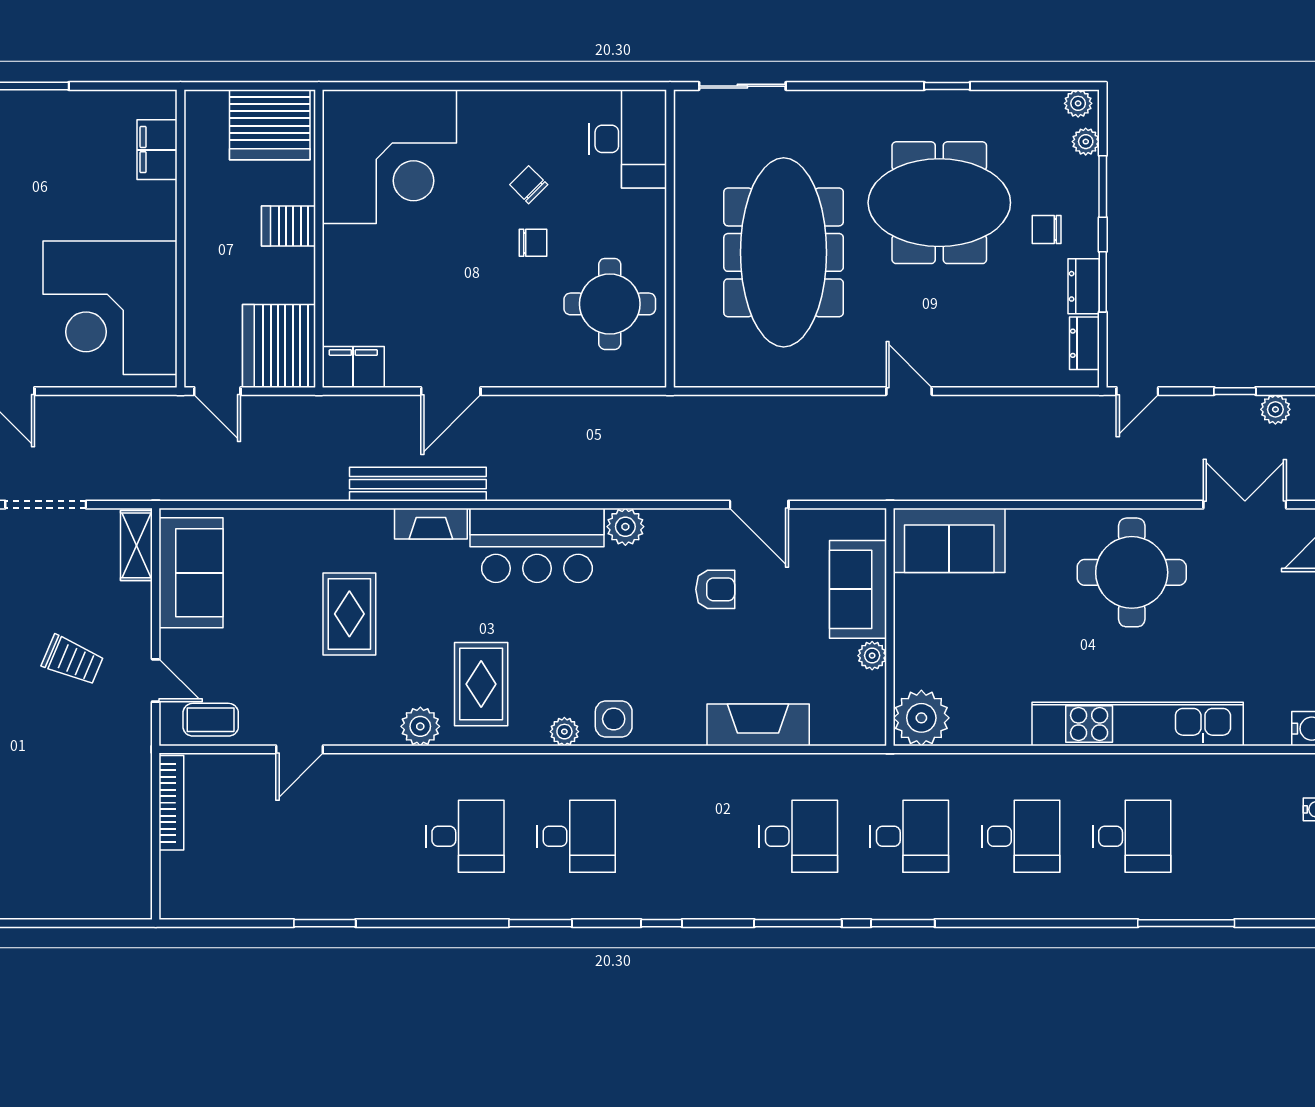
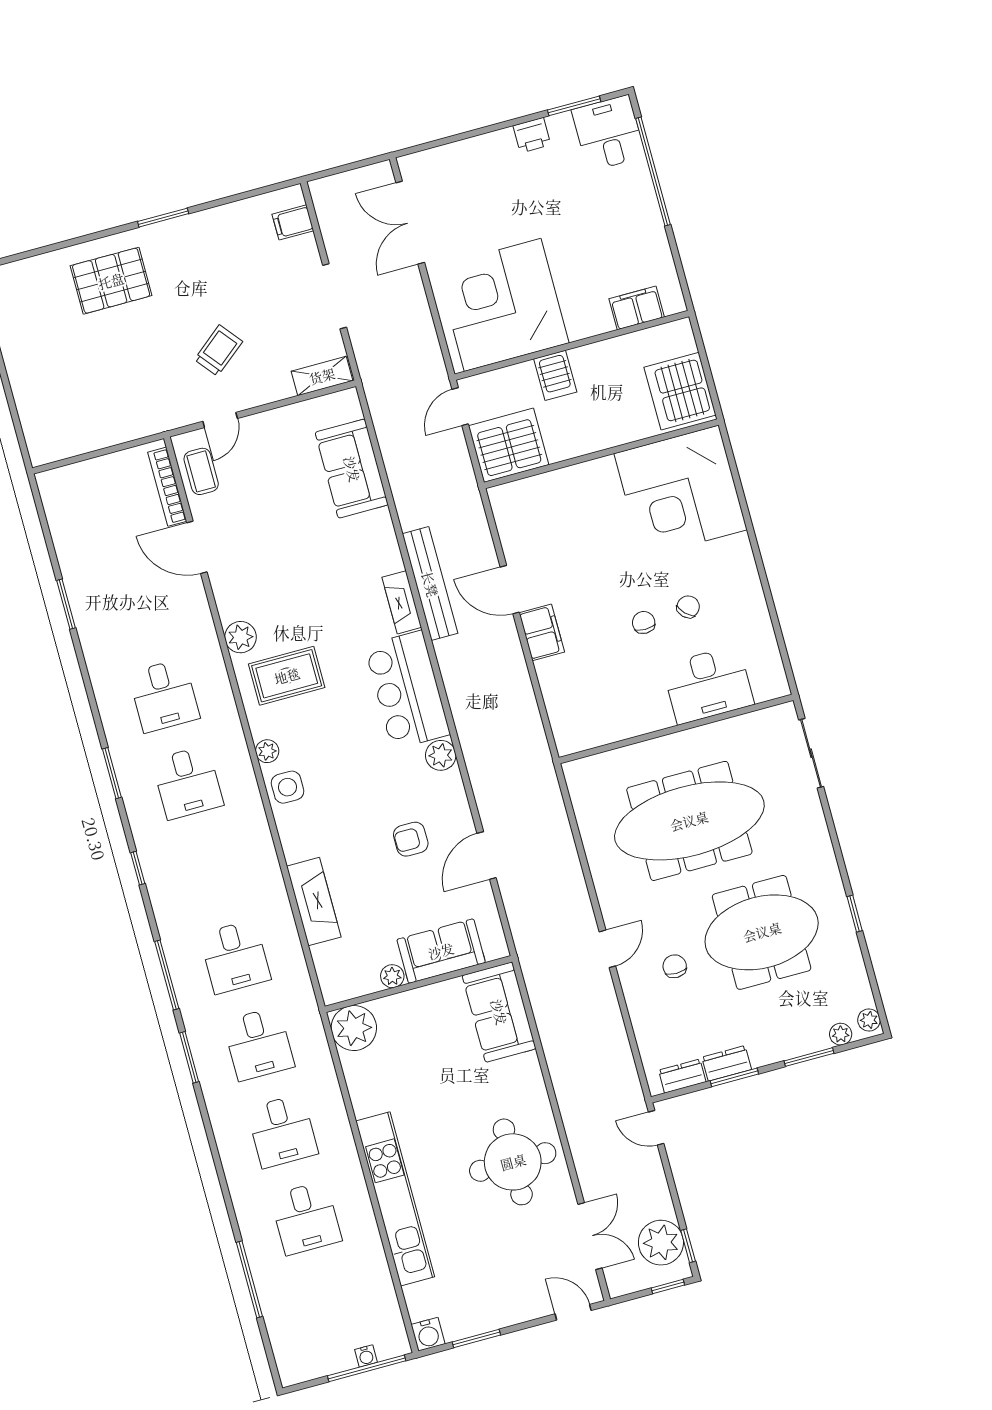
desk: (628, 139) -> (708, 685), moved
meeting table: (939, 203) -> (762, 932), turned 90
server rack: (289, 226) -> (555, 375), moved, turned 180
chair: (1047, 230) -> (675, 966), moved
chair: (533, 243) -> (644, 622), turned 180
round table: (610, 304) -> (612, 696), removed
filing cabinet: (353, 367) -> (542, 632), moved
window: (1235, 391) -> (688, 1246), moved
plant: (1275, 409) -> (661, 1243), width x1.88, depth x1.88
sofa: (191, 573) -> (352, 469), moved, turned 90
armchair: (715, 589) -> (411, 839), turned 90
rug: (349, 614) -> (314, 558), removed
trolley: (73, 660) -> (218, 351), turned -152
door: (300, 749) -> (197, 547), width x1.38
bookcase: (171, 803) -> (167, 487), moved, turned 90

